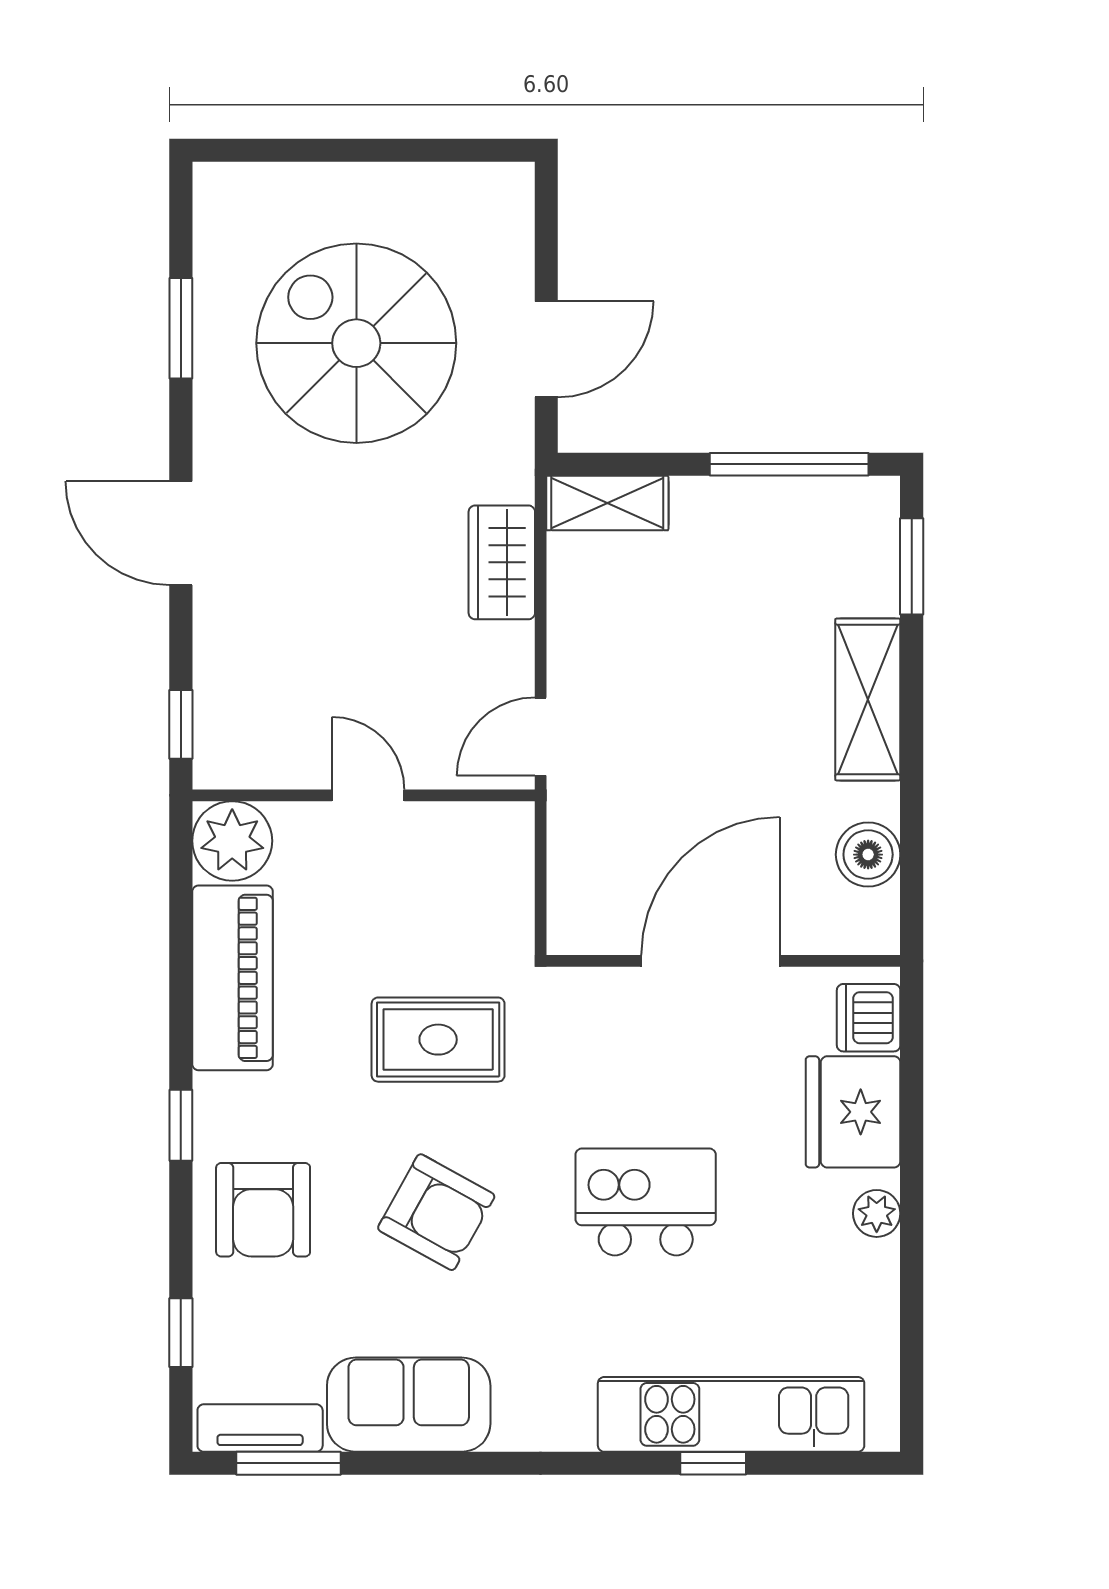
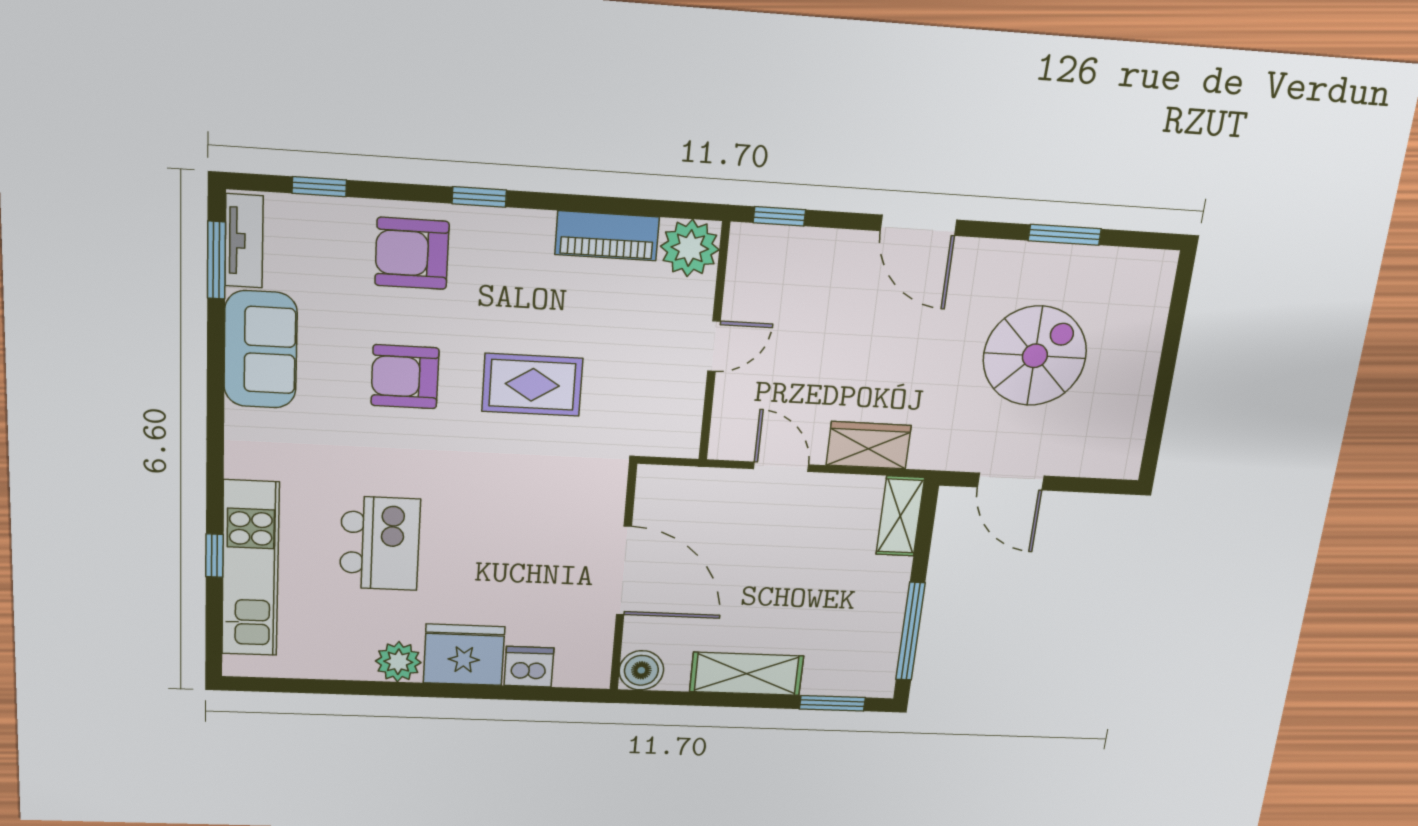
spiral stairs: (356, 343) -> (1035, 356), width x0.73, depth x0.73
door: (181, 533) -> (918, 225), swing flipped
door: (541, 737) -> (781, 467), moved
door: (711, 961) -> (624, 571), moved
wall: (723, 961) -> (623, 579), moved
piano: (233, 978) -> (607, 236), width x0.73, depth x0.75
rug: (438, 1040) -> (532, 385), turned 90
kitchen island: (646, 1202) -> (380, 543), moved
armchair: (436, 1212) -> (405, 377), turned 61
plant: (877, 1213) -> (398, 662), width x1.38, depth x1.38

